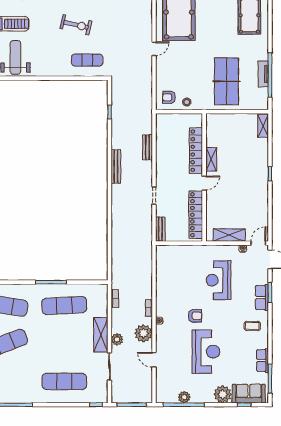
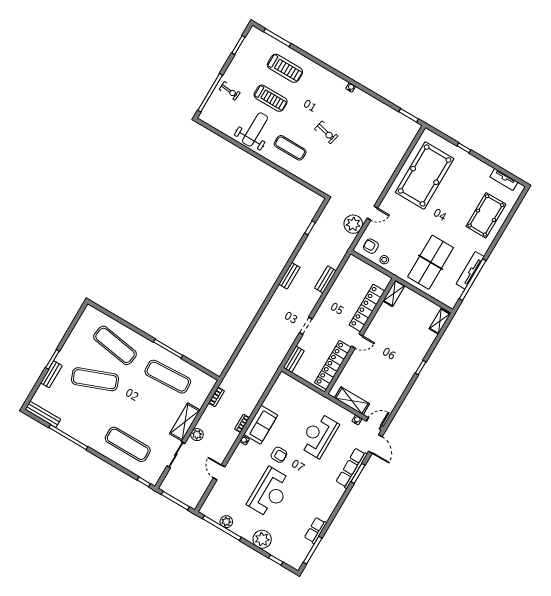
exercise bike: (76, 25) -> (326, 132), width x0.73, depth x0.72
door: (154, 49) -> (372, 213), moved
exercise mat: (87, 60) -> (290, 148), moved
tv unit: (263, 74) -> (470, 270), width x1.41
shelving: (211, 159) -> (394, 293), moved
bench: (116, 166) -> (289, 276), width x0.73
row of seats: (262, 298) -> (352, 468), width x1.48
coffee table: (252, 326) -> (325, 494), removed
plant: (143, 333) -> (353, 224), moved
sofa: (249, 394) -> (261, 425), moved, turned 90

